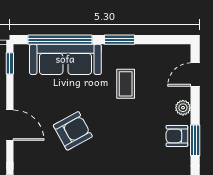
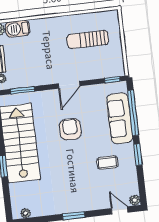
plant: (183, 108) -> (135, 200), moved
armchair: (73, 131) -> (70, 129), turned -151
armchair: (177, 136) -> (75, 203), removed

